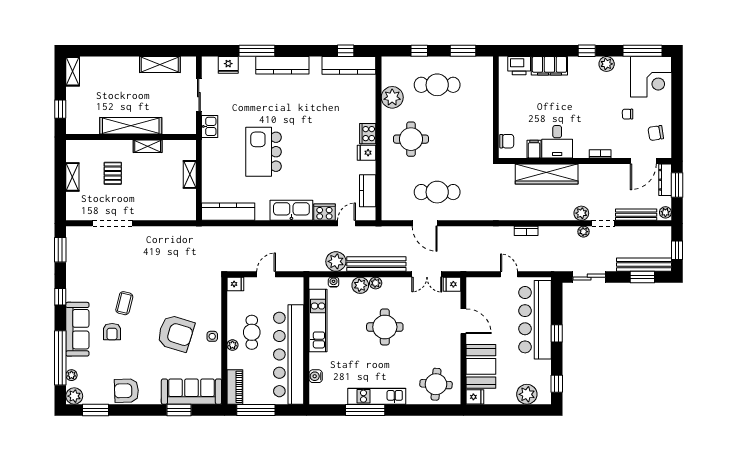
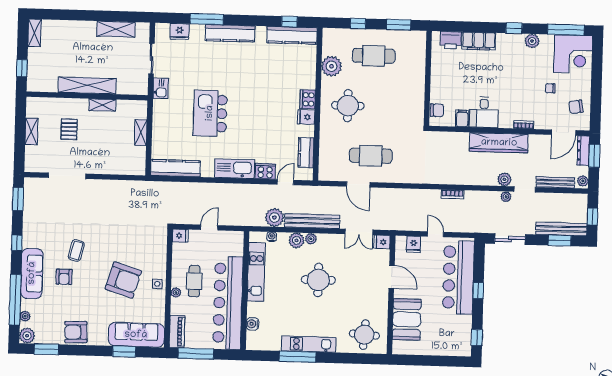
wardrobe: (547, 174) -> (499, 143), moved
plant: (527, 394) -> (449, 347), removed
fridge: (475, 397) -> (414, 244), moved, turned 90

